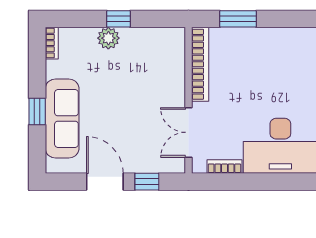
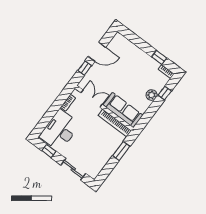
window: (119, 19) -> (165, 93), moved
window: (37, 111) -> (159, 57), moved
sofa: (62, 119) -> (123, 110), moved, turned 180

